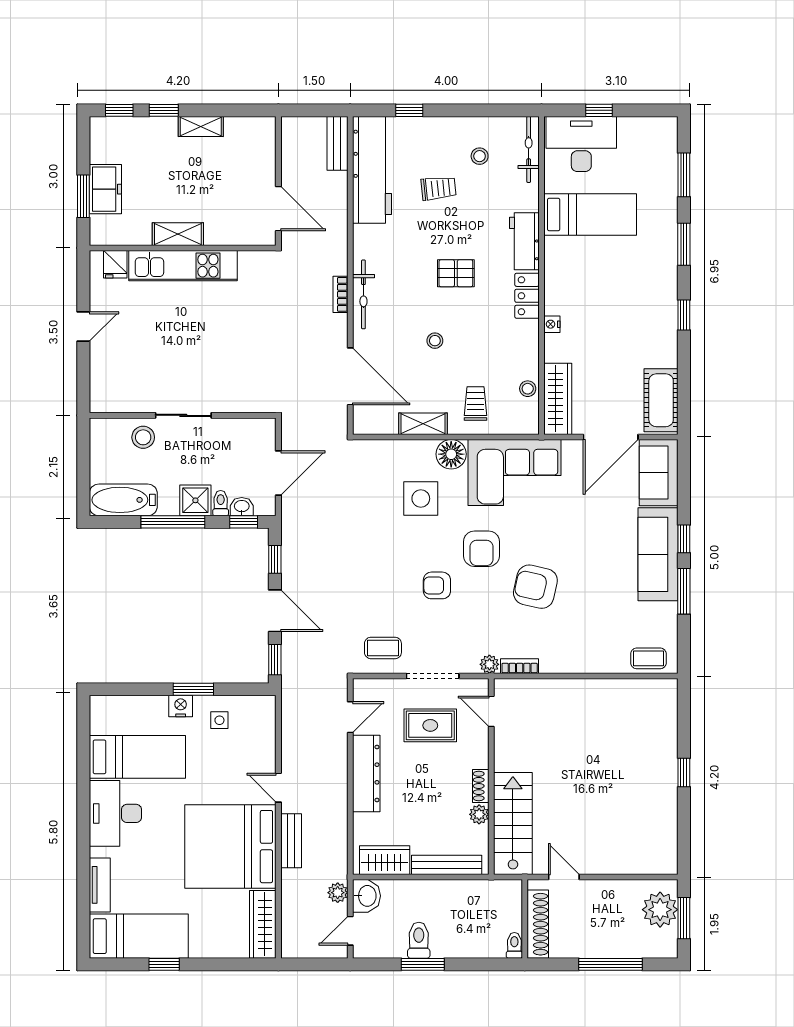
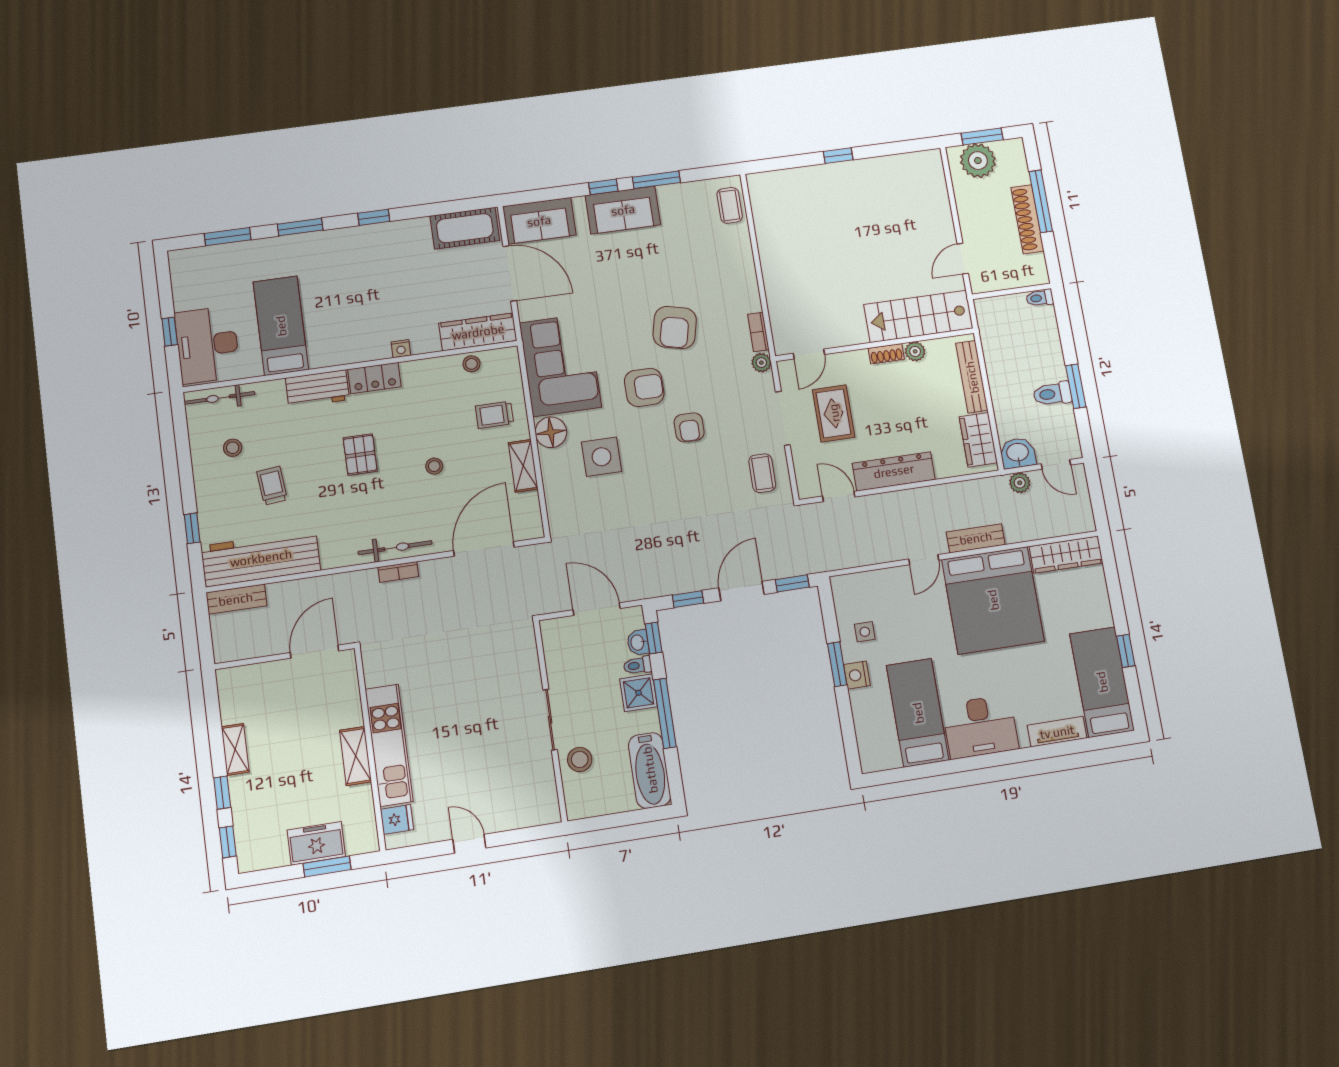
sofa: (658, 554) -> (623, 210), width x0.73
shoe rack: (538, 924) -> (1027, 219), moved, turned -90

